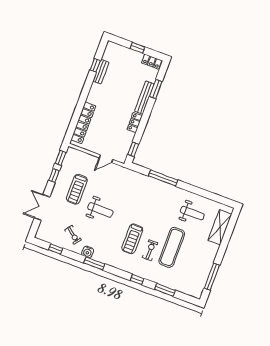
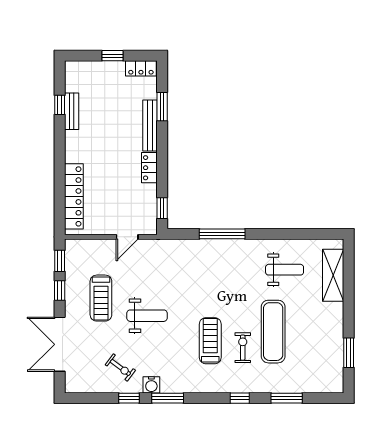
double door: (42, 207) -> (60, 344), width x1.37
treadmill: (132, 239) -> (210, 341), turned 180
window: (56, 249) -> (129, 398), moved
window: (212, 277) -> (349, 353), width x0.69

